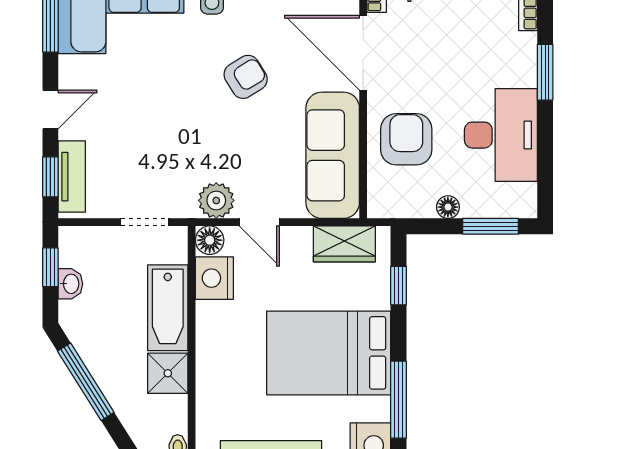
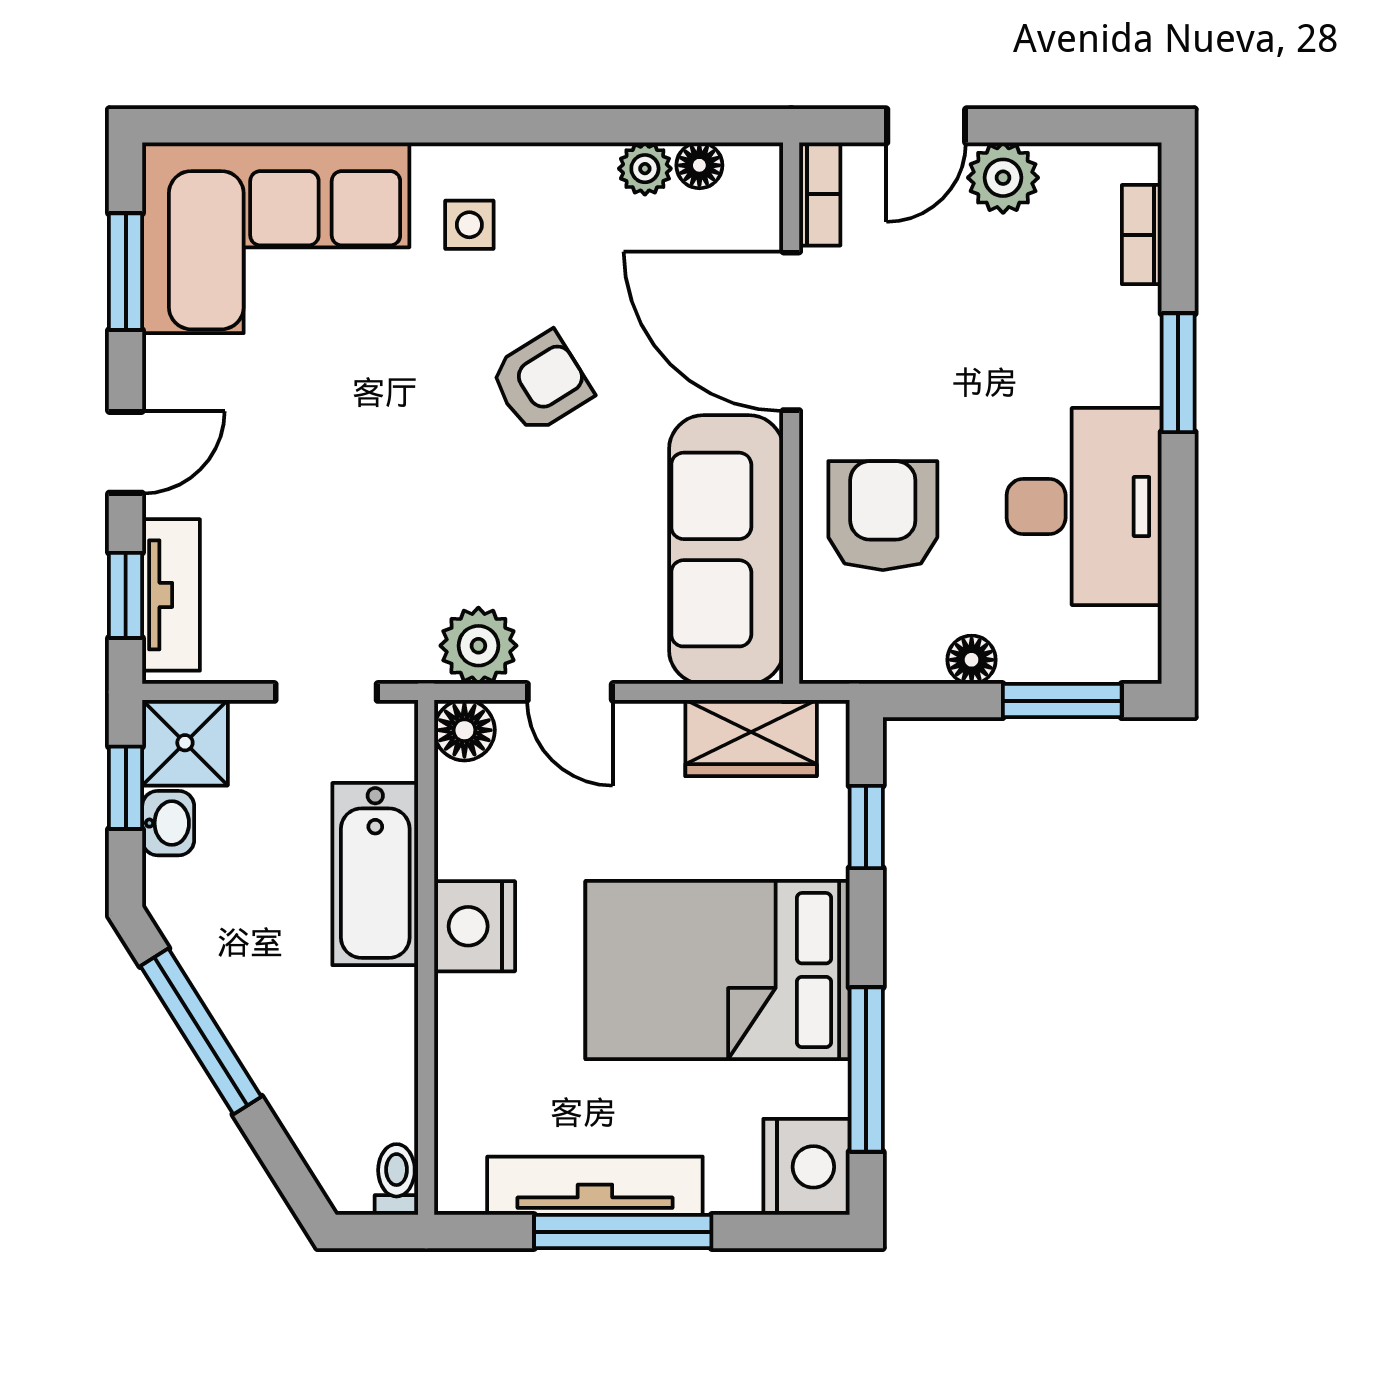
nightstand: (214, 278) -> (475, 926), moved
shower: (168, 373) -> (185, 743), moved

